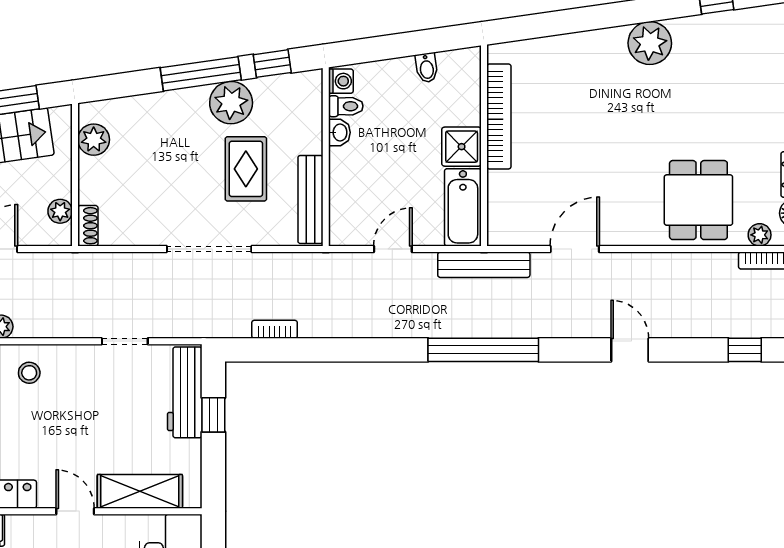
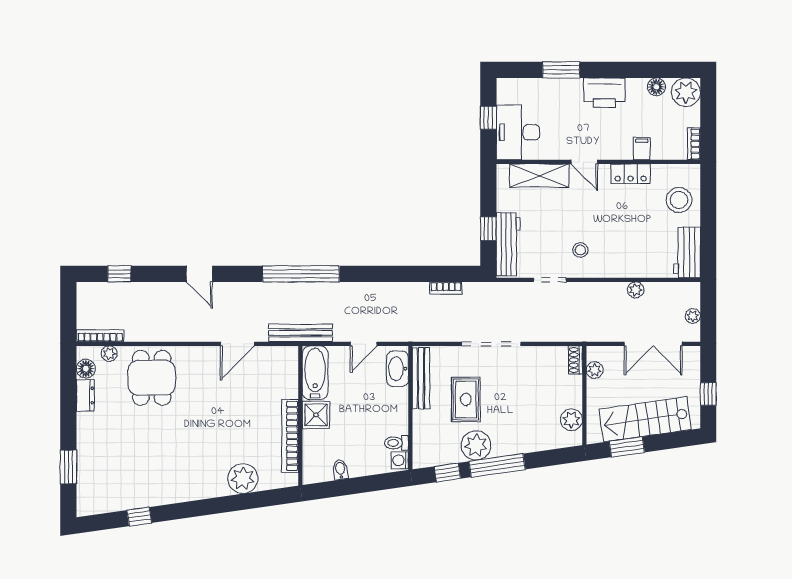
plant: (650, 43) -> (243, 479), moved
washbasin: (339, 132) -> (397, 369), moved, width x1.91, depth x1.45
stool: (29, 373) -> (580, 250), moved

